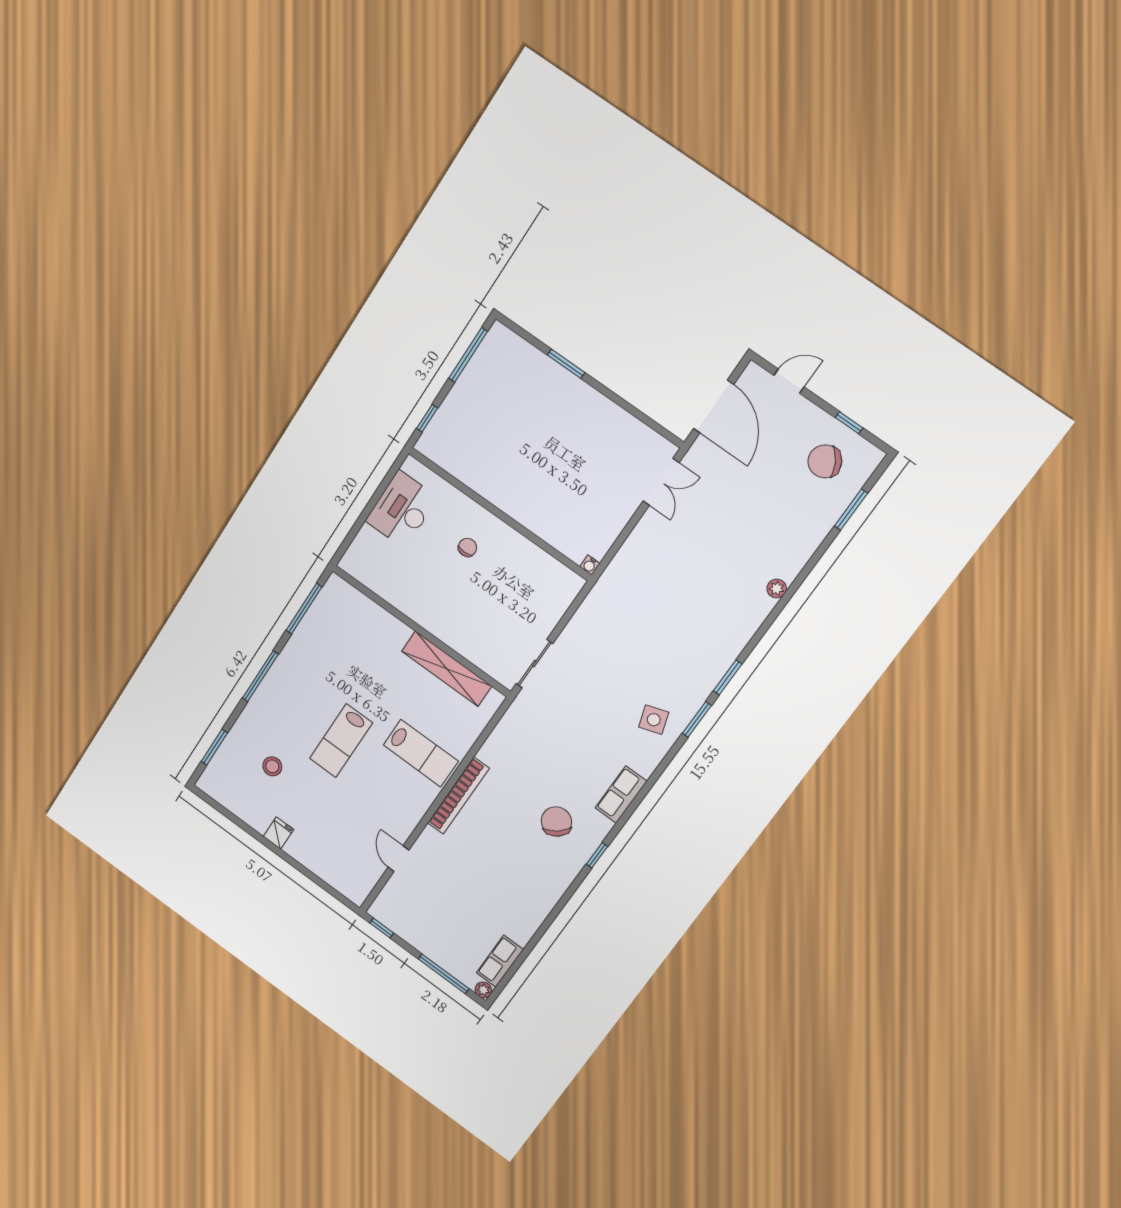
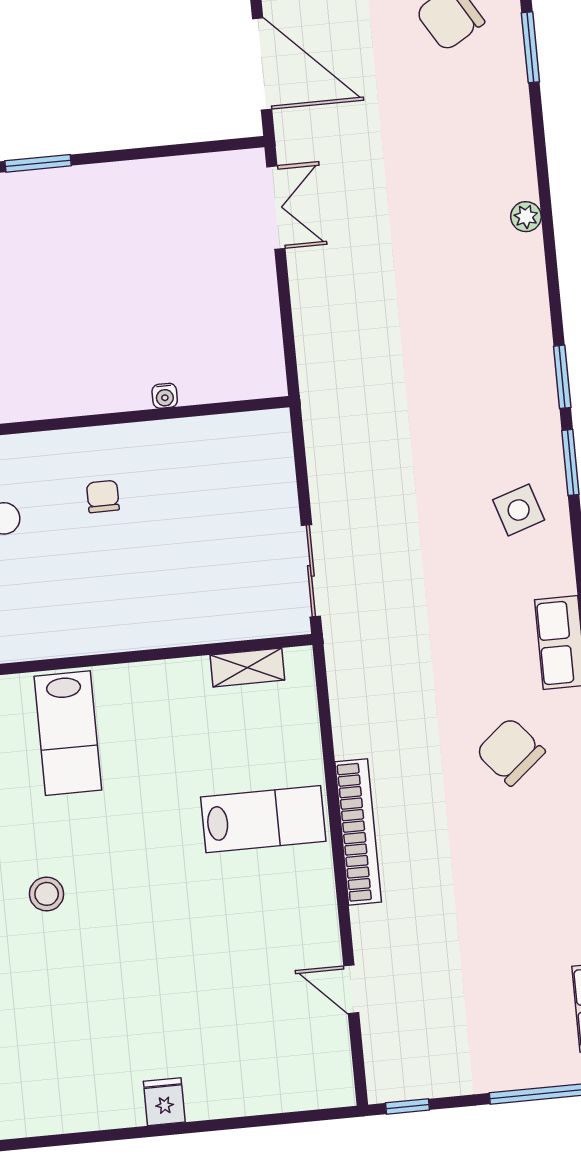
water cooler: (590, 565) -> (165, 396), moved
shelving: (447, 669) -> (247, 668), width x0.45, depth x0.75
lab bench: (341, 741) -> (68, 733), moved
stool: (272, 766) -> (47, 894), moved

